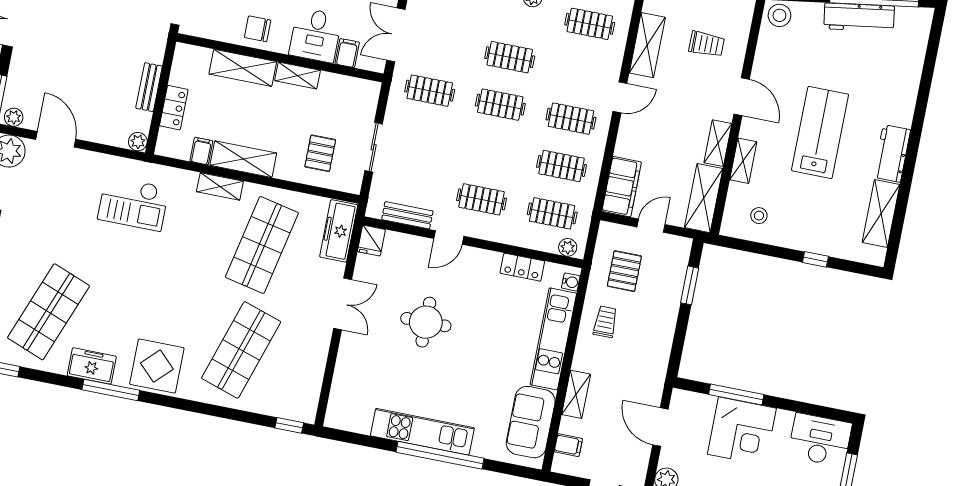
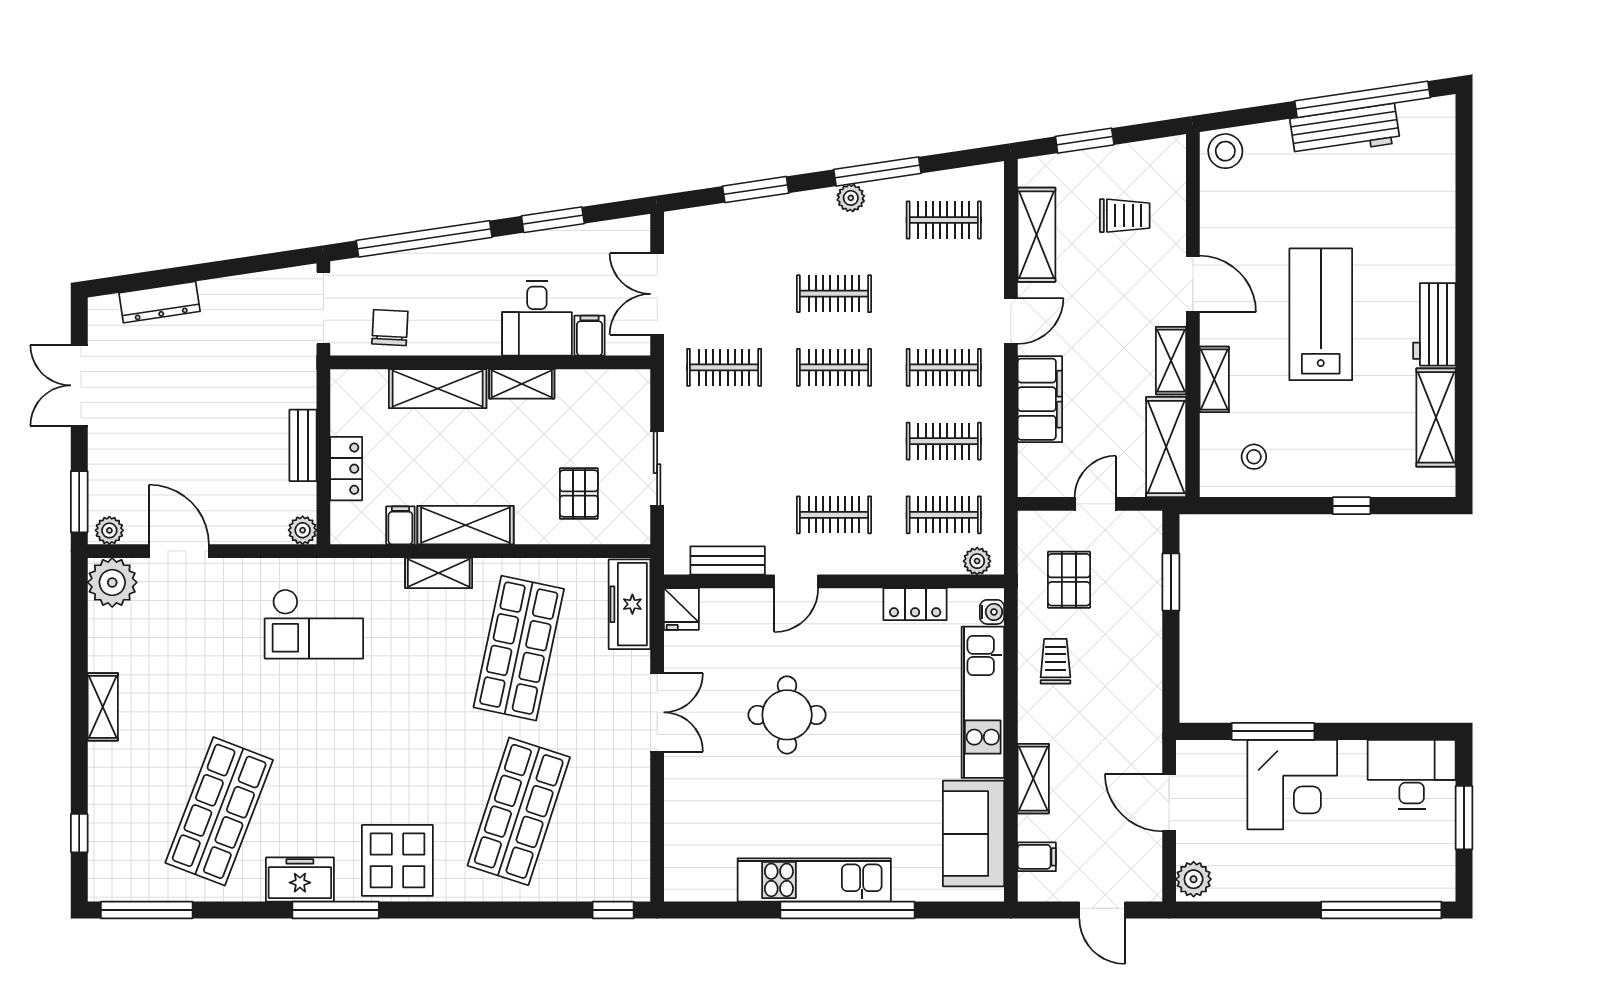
chair: (258, 29) -> (390, 328), moved, turned 93
filing cabinet: (622, 187) -> (1040, 399), moved

